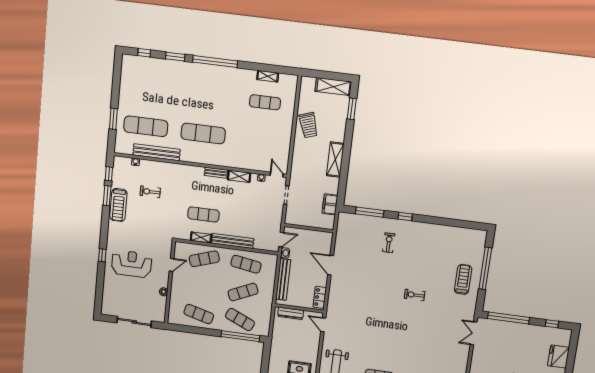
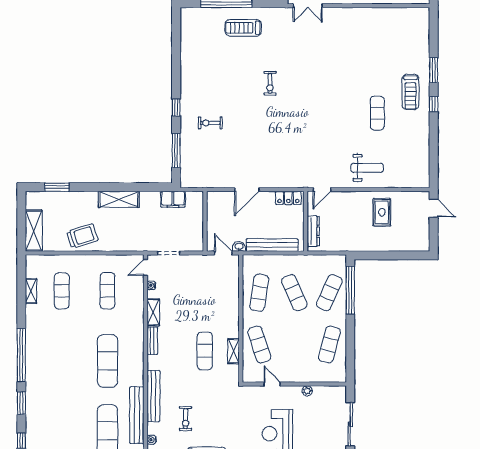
shelving: (333, 87) -> (34, 231), moved
exercise mat: (261, 141) -> (108, 291), added
bench: (233, 241) -> (153, 396), moved

